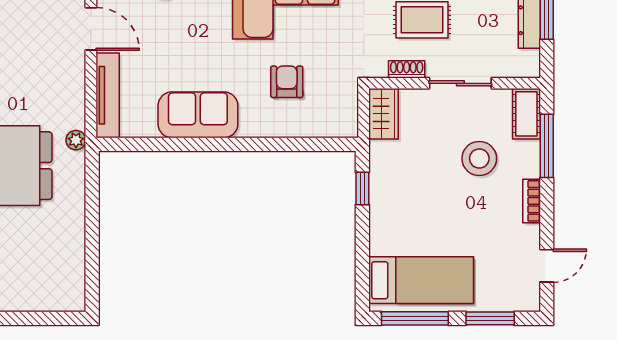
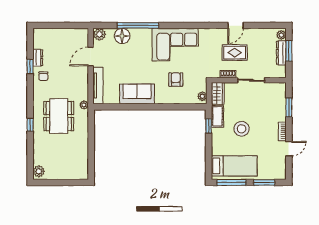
door: (91, 29) -> (91, 57), swing flipped
cot: (526, 114) -> (217, 116), moved
plant: (348, 120) -> (202, 96), added
window: (547, 146) -> (289, 107), width x0.69
stool: (479, 158) -> (242, 129), moved
door: (547, 266) -> (289, 149), moved

